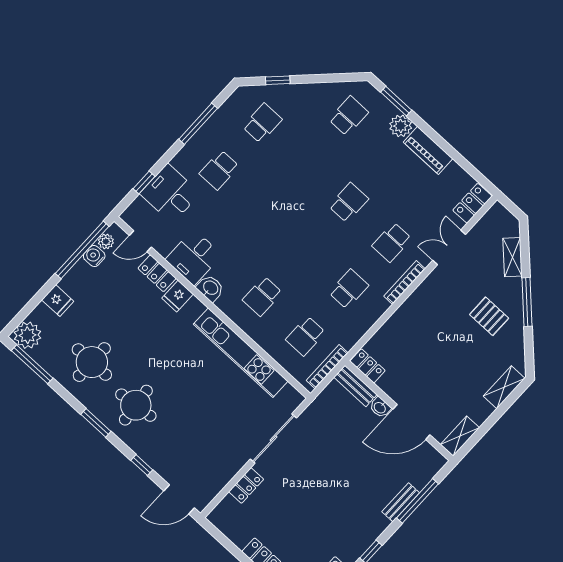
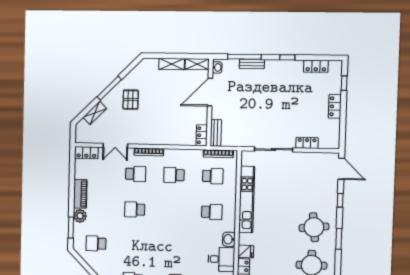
shelving: (504, 387) -> (172, 64), moved
washbasin: (380, 407) -> (217, 67), moved
door: (411, 422) -> (210, 92), swing flipped

